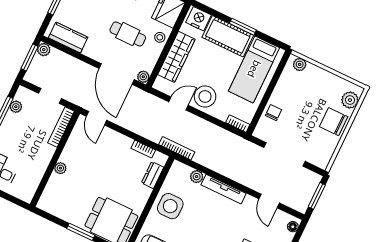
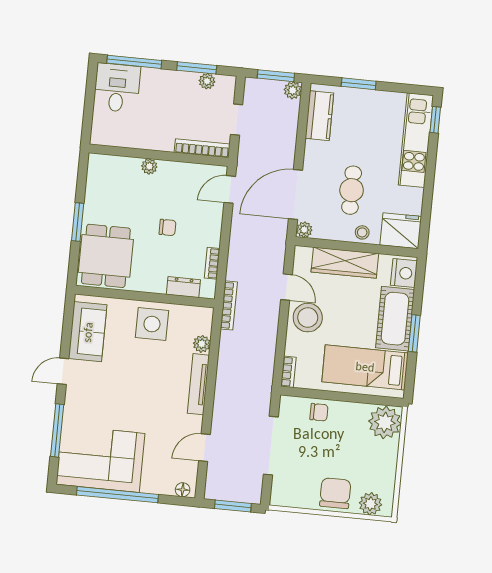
plant: (300, 64) -> (385, 422), width x1.87, depth x1.87
chair: (107, 171) -> (167, 227), added

